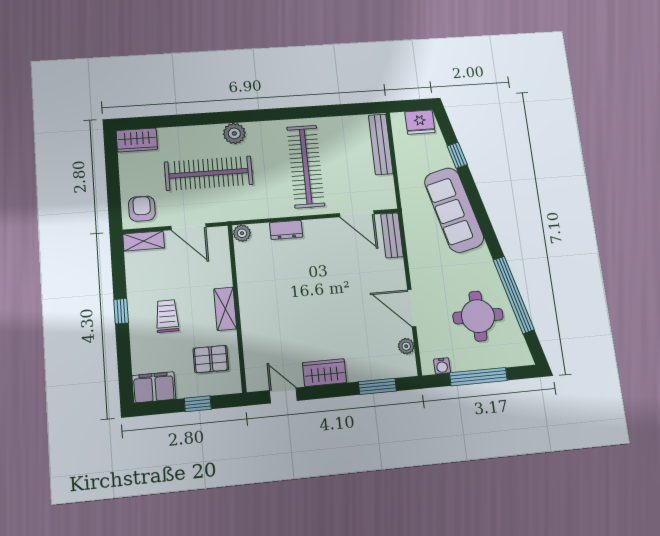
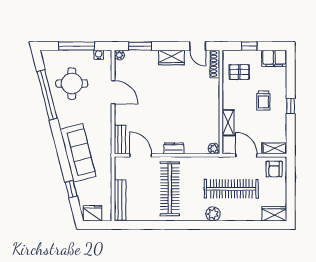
dresser: (286, 230) -> (174, 148), moved
shelving: (225, 309) -> (228, 123), moved
plant: (406, 346) -> (119, 55), moved
shoe rack: (252, 369) -> (215, 64), added

